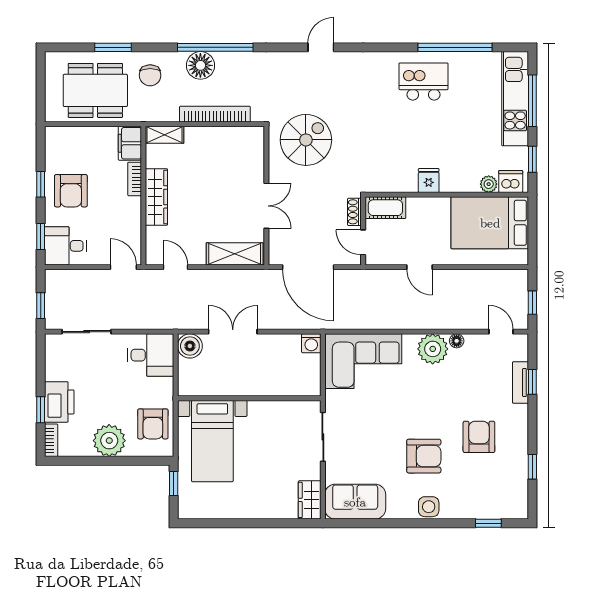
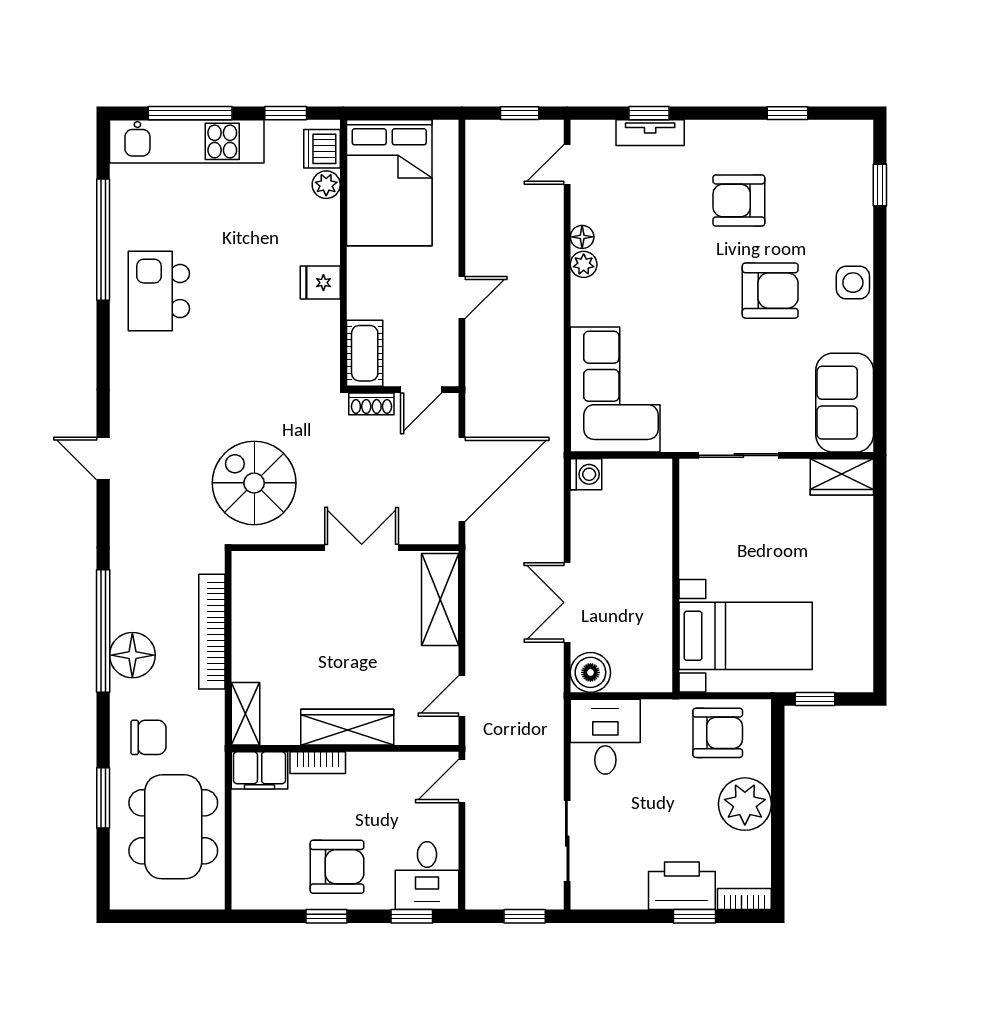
plant: (433, 349) -> (584, 264), width x0.53, depth x0.53
armchair: (424, 456) -> (770, 291), turned 90

